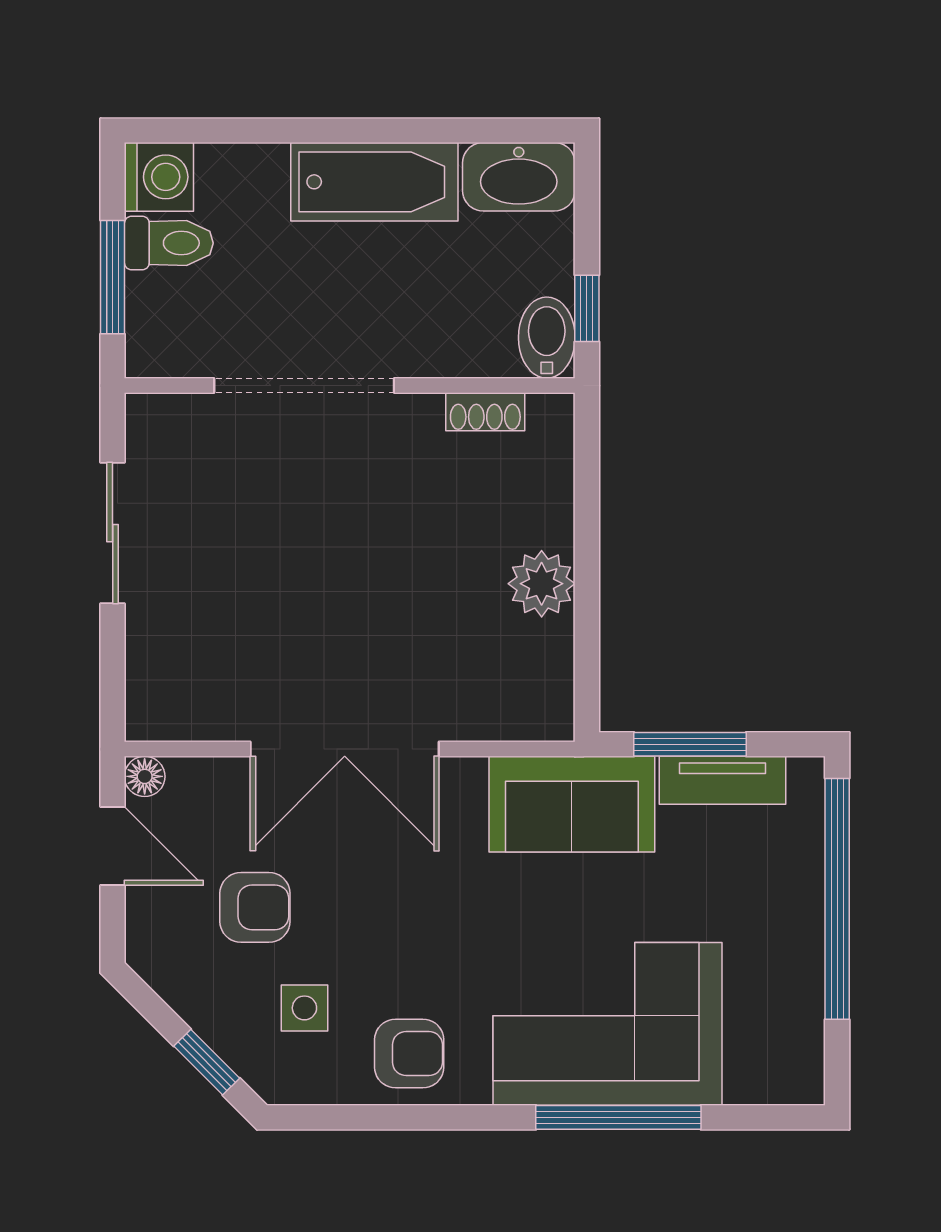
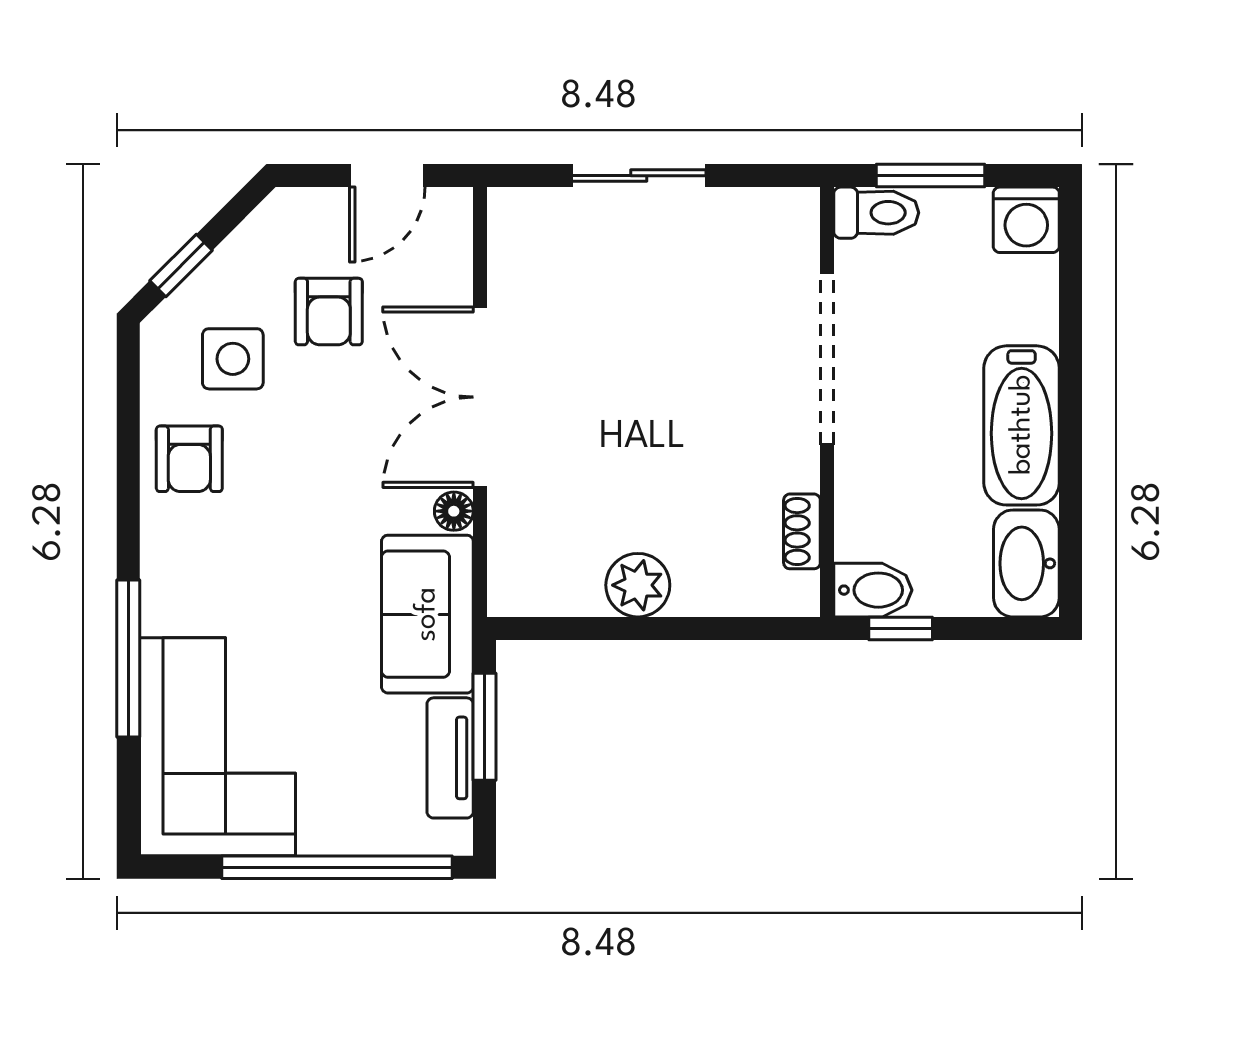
toilet: (169, 243) -> (876, 213), moved, turned -90
sliding door: (113, 533) -> (639, 176), moved
floor lamp: (145, 776) -> (454, 511), moved
side table: (304, 1008) -> (233, 359), width x1.37, depth x1.37
corner sofa: (607, 1024) -> (218, 747), moved

